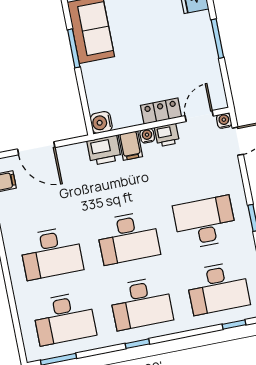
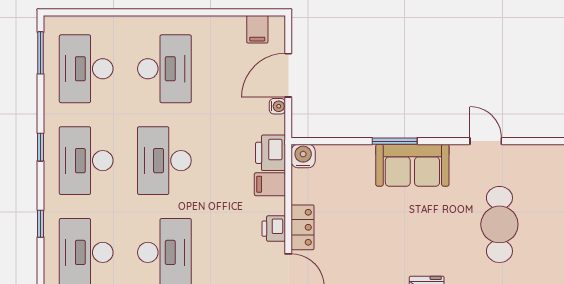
water cooler: (147, 136) -> (277, 106), moved
desk: (51, 253) -> (164, 69), turned 180
window: (234, 324) -> (40, 224), moved

